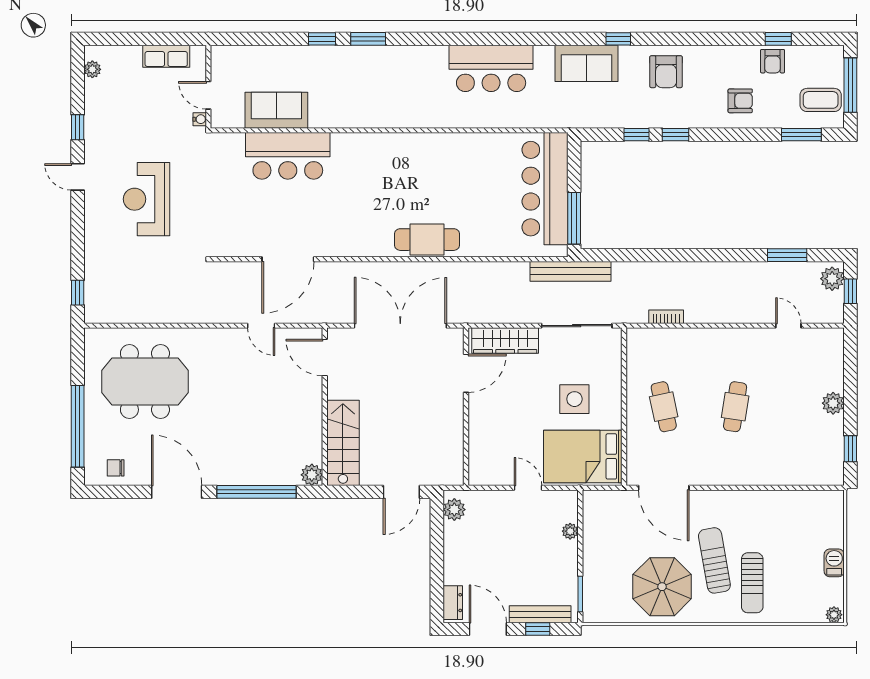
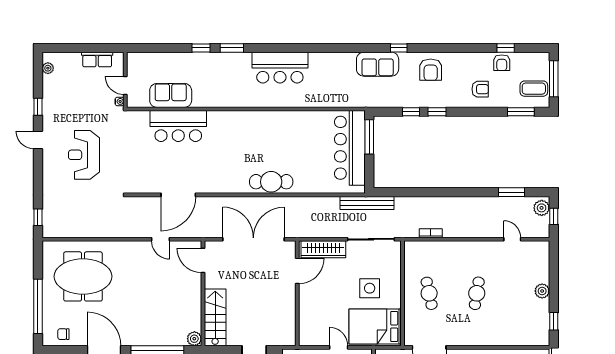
bar counter: (491, 68) -> (280, 68), moved
window: (574, 218) -> (369, 137), moved

